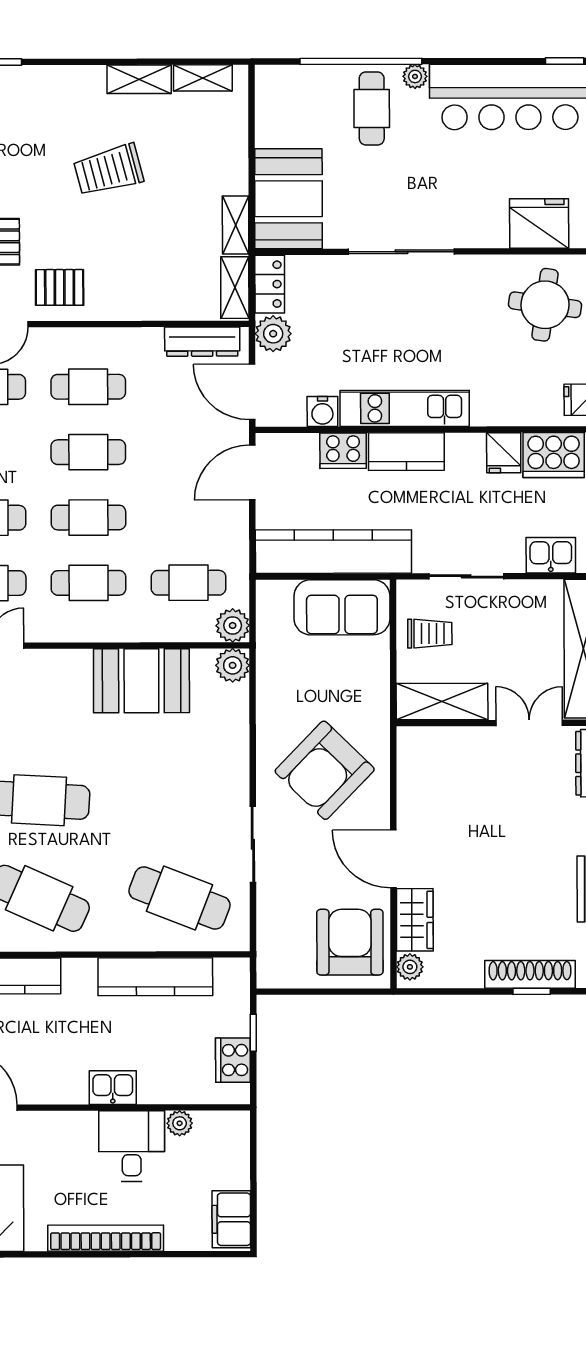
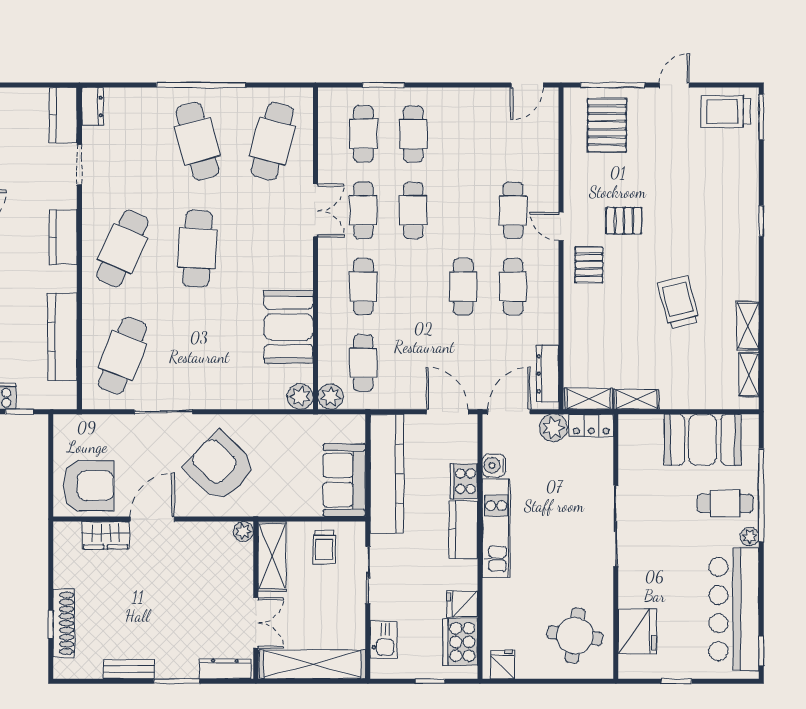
booth: (288, 199) -> (703, 440), moved
cafe table: (88, 518) -> (413, 287), removed
plant: (410, 967) -> (243, 531), moved

